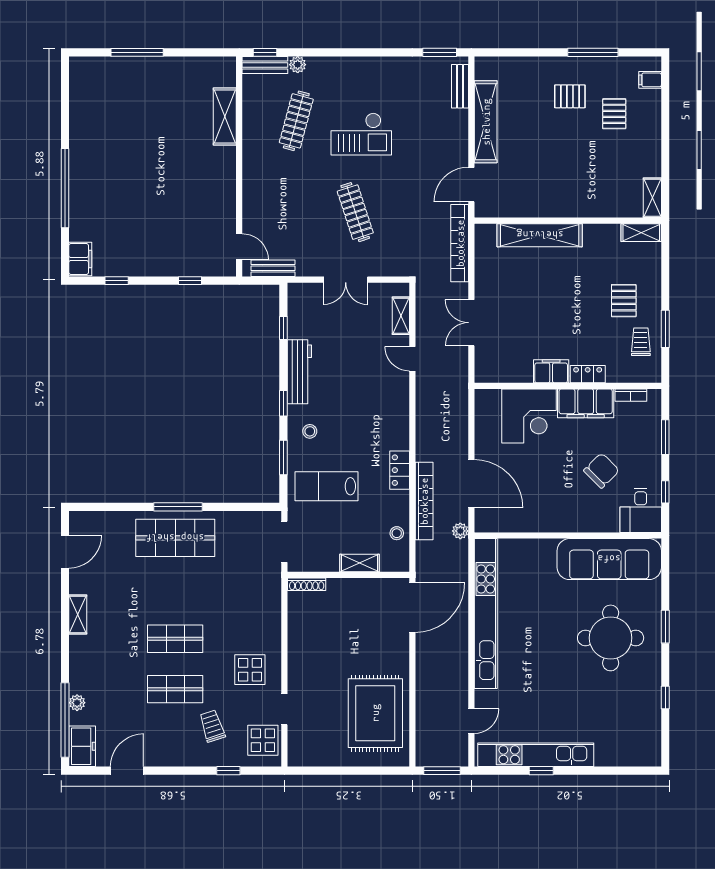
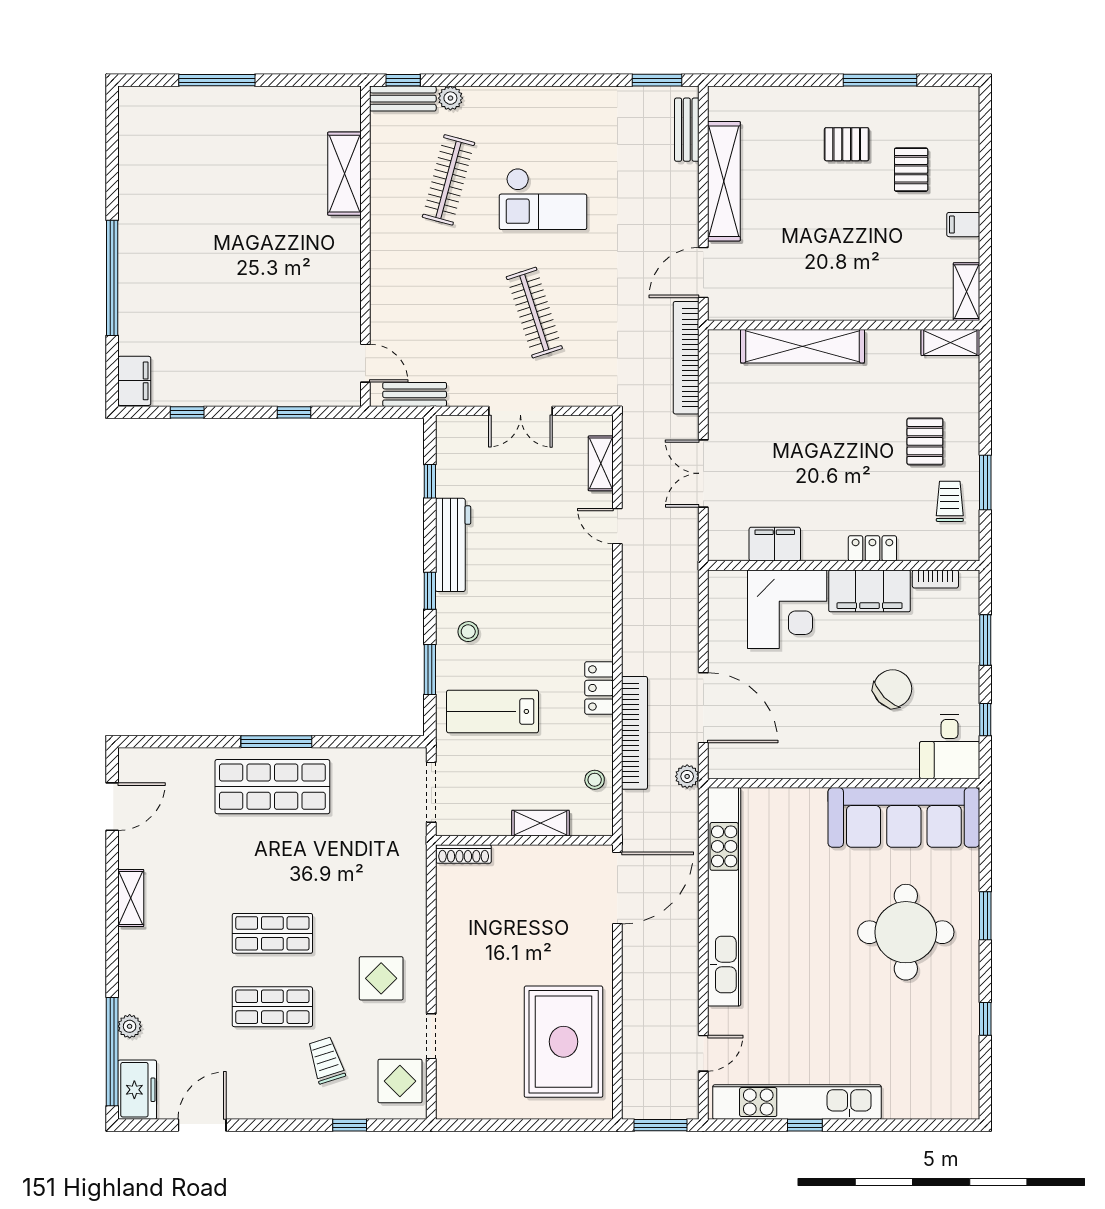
filing cabinet: (650, 80) -> (963, 225), moved
filing cabinet: (551, 371) -> (775, 544), moved

